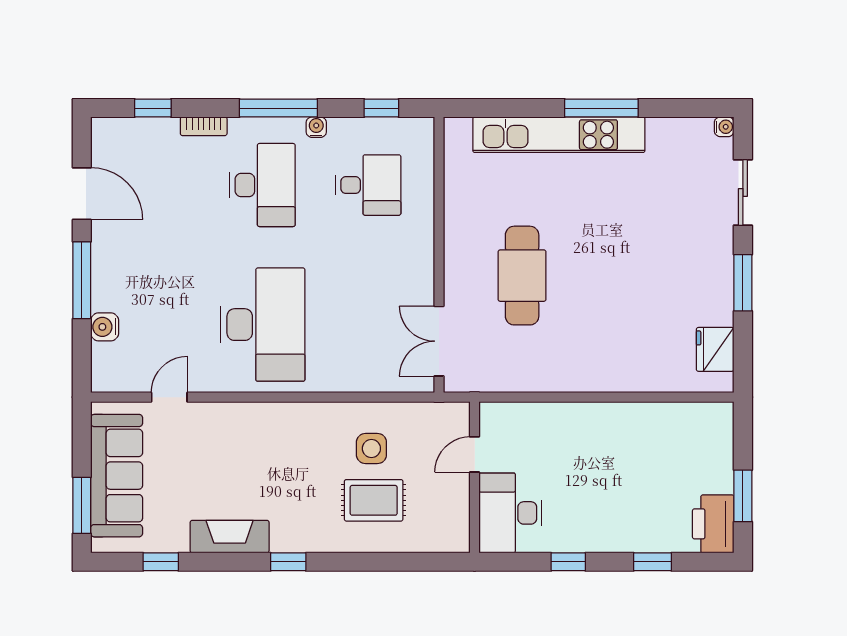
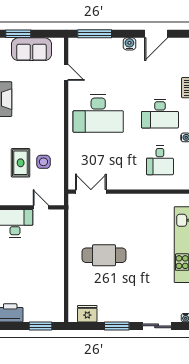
cafe table: (522, 276) -> (104, 255), moved
window: (82, 280) -> (95, 34), moved
water cooler: (105, 327) -> (129, 44), moved
sofa: (117, 476) -> (32, 49), width x0.73
window: (743, 496) -> (41, 326), moved

